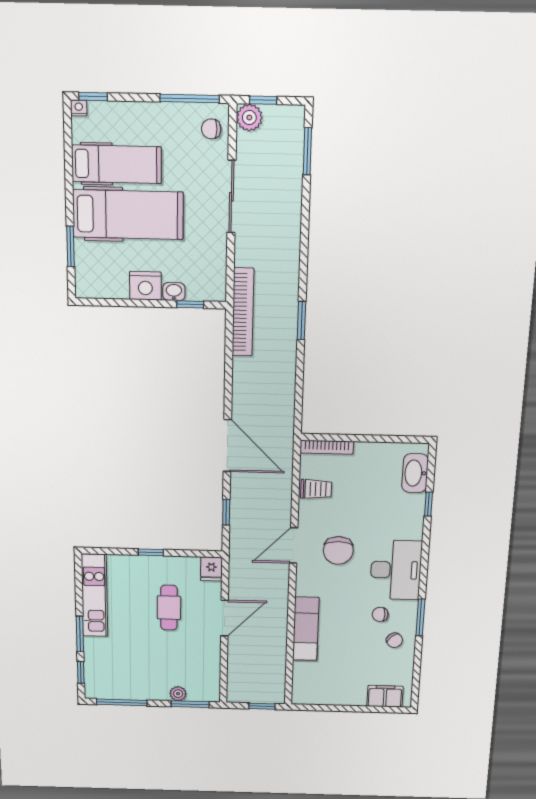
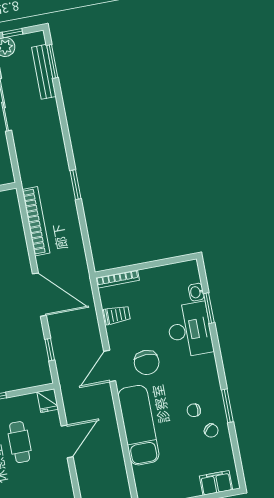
bench: (293, 163) -> (44, 72), added
bookcase: (243, 312) -> (36, 221), moved
washbasin: (415, 473) -> (196, 292), width x0.52, depth x0.69
window: (428, 504) -> (209, 308), width x1.50
desk: (396, 570) -> (190, 330), moved
exam couch: (306, 629) -> (139, 425), width x1.36, depth x1.45

